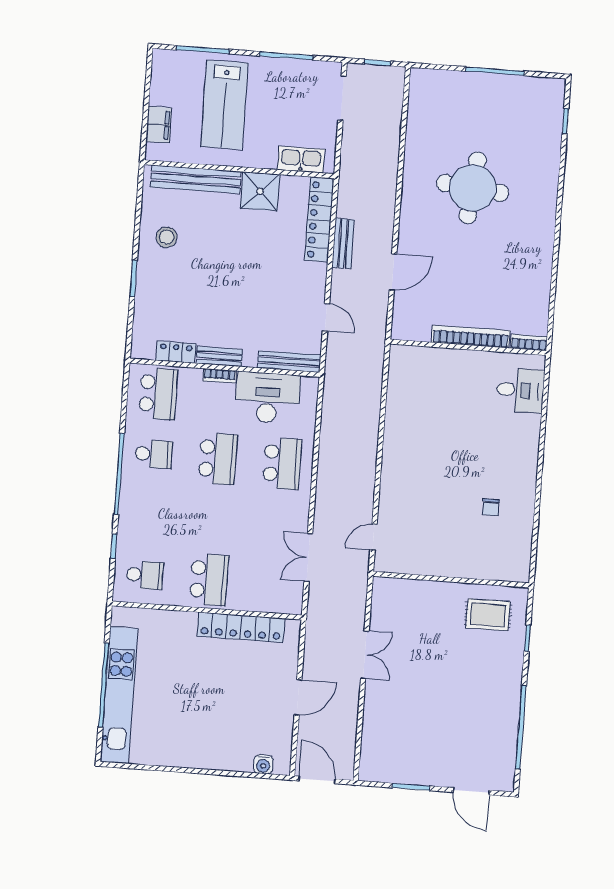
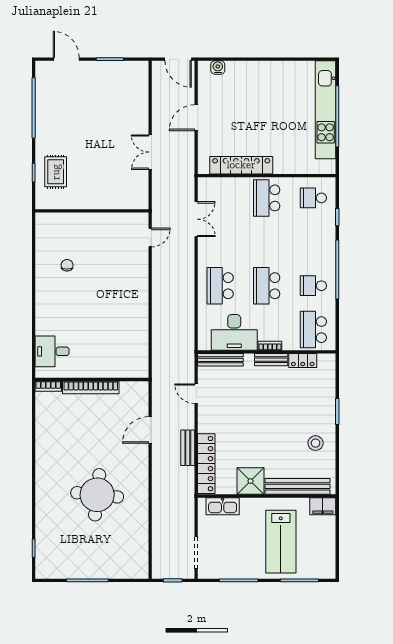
lab bench: (224, 105) -> (281, 542), turned 180
filing cabinet: (159, 125) -> (323, 506), moved, turned -90
rug: (488, 615) -> (56, 172), moved, turned 90

